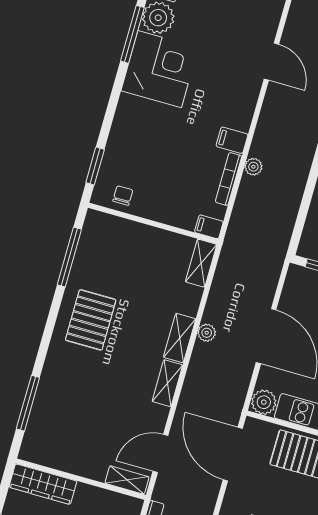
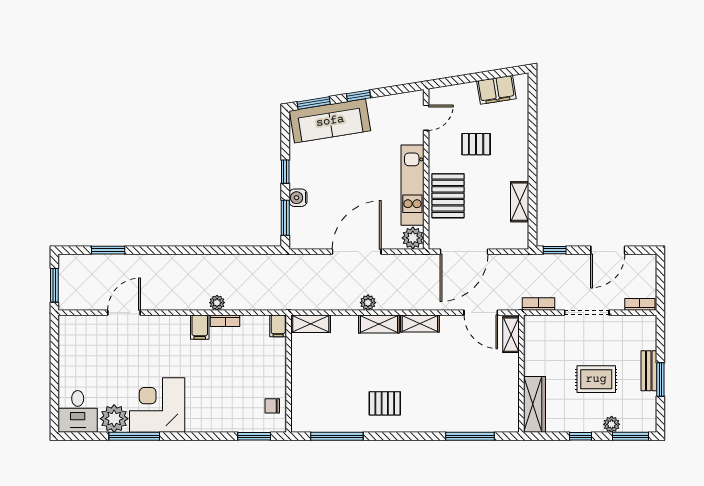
bookcase: (228, 179) -> (225, 321), width x0.64
pallet: (91, 320) -> (385, 403), width x0.67, depth x0.71

